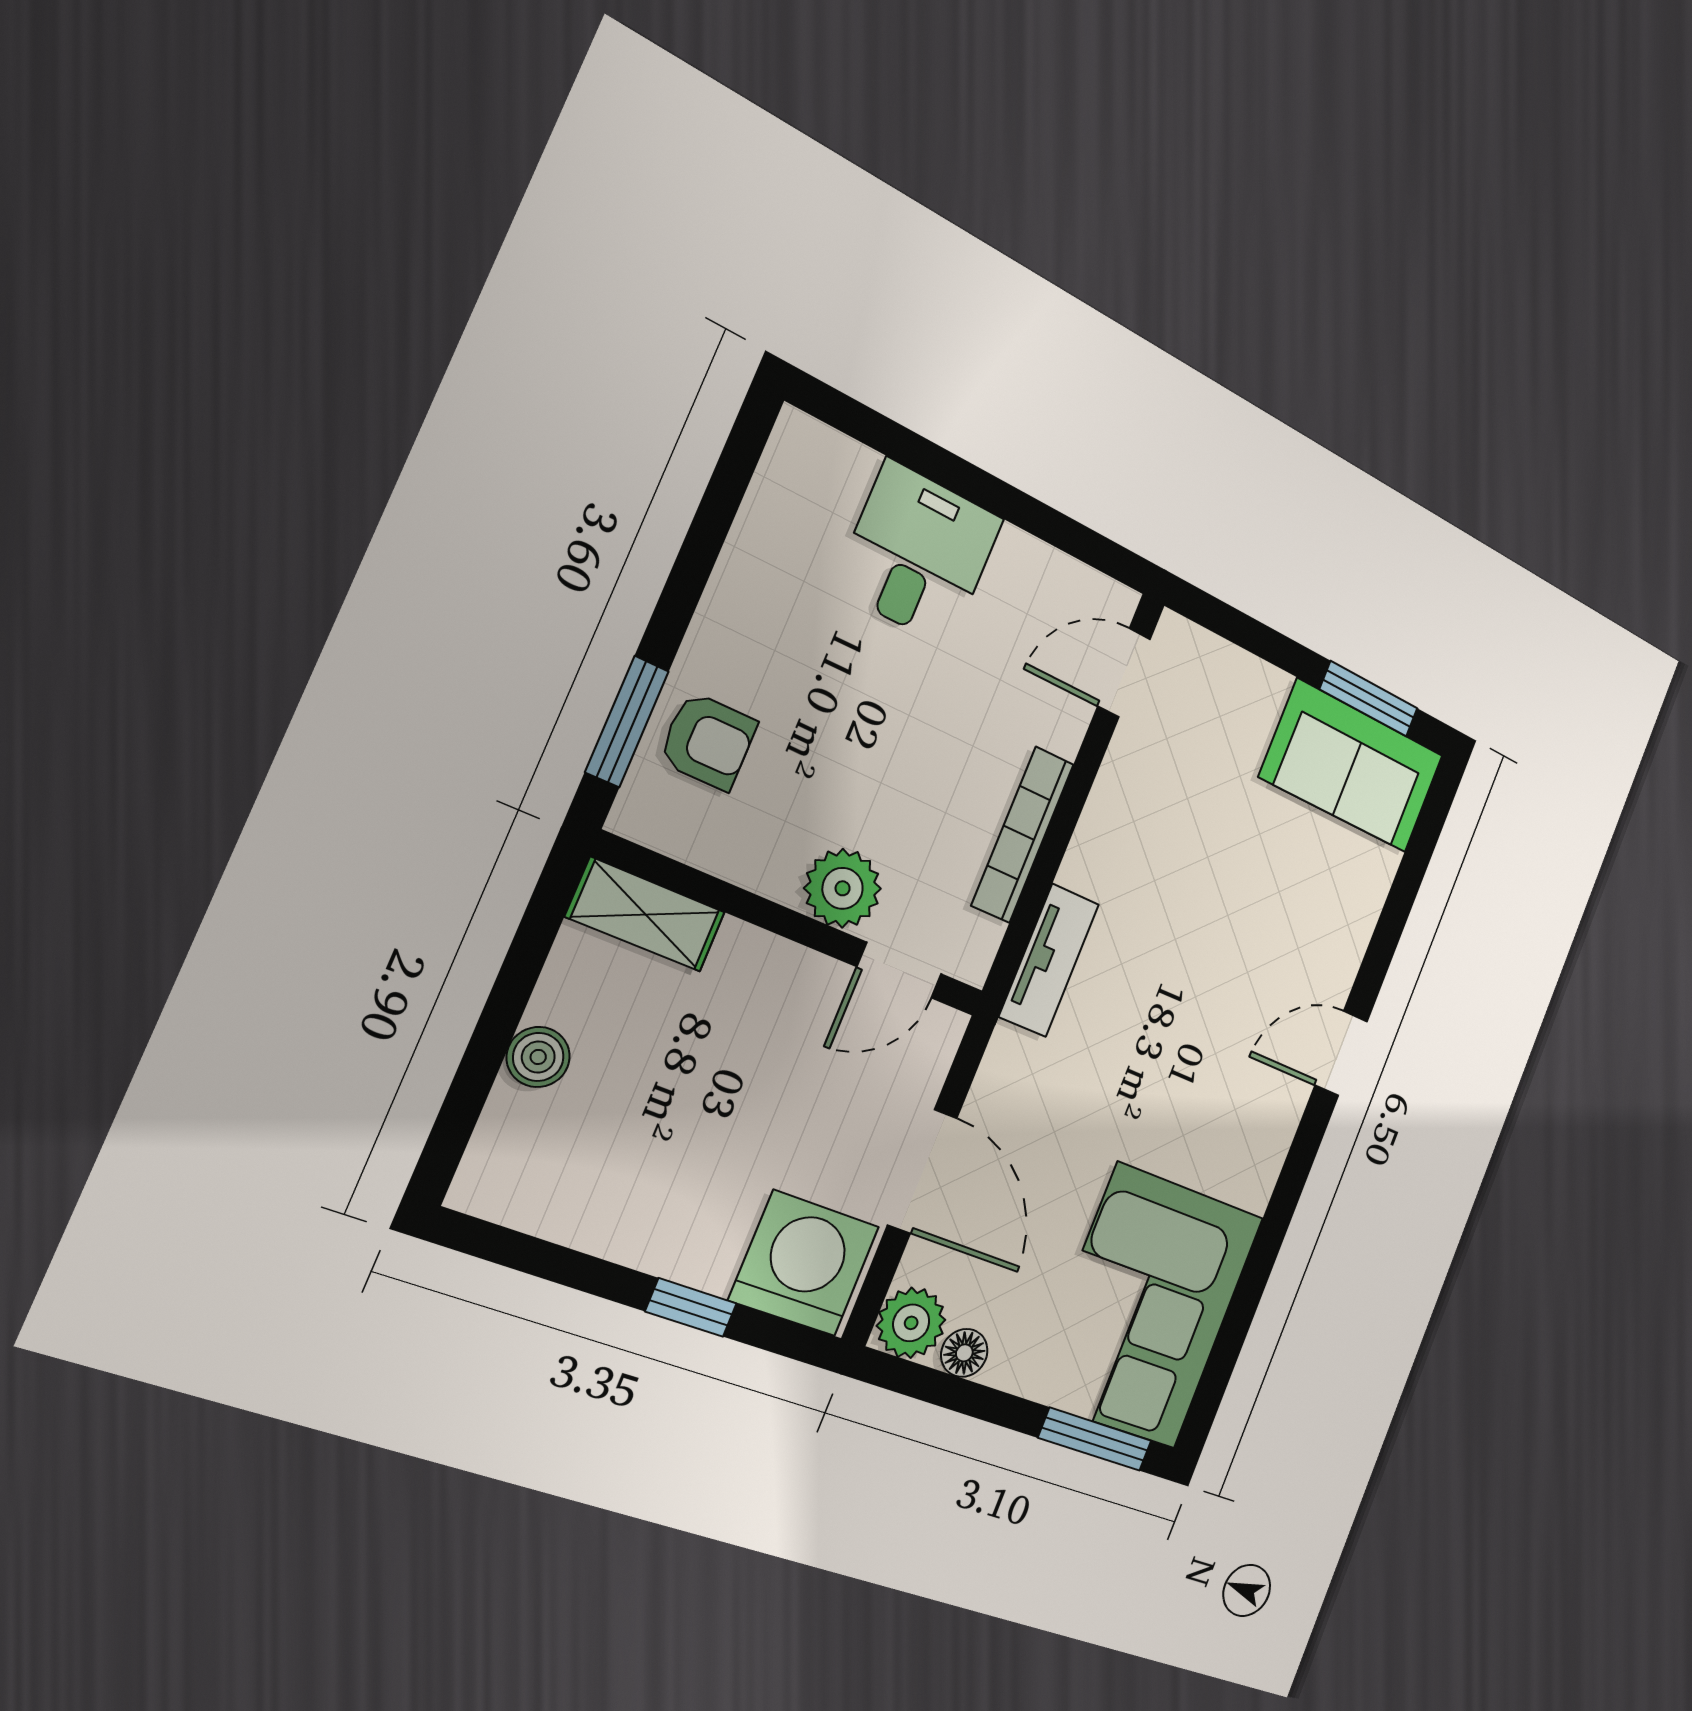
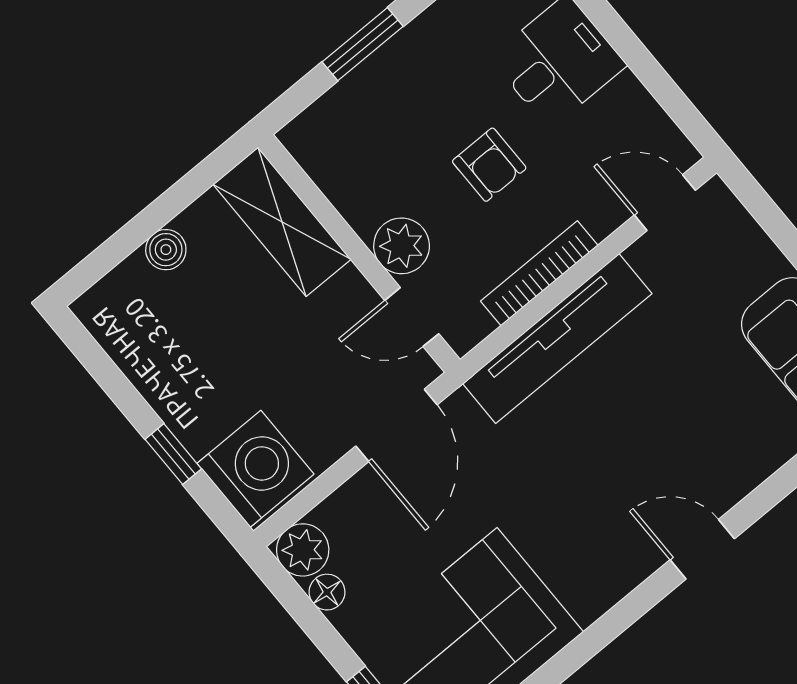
window: (627, 722) -> (363, 44), moved
armchair: (708, 741) -> (489, 165), moved
shelving: (646, 914) -> (282, 222), width x1.50, depth x1.33
tv unit: (1049, 960) -> (557, 338), width x1.92, depth x1.29
door: (922, 1171) -> (397, 425), moved

